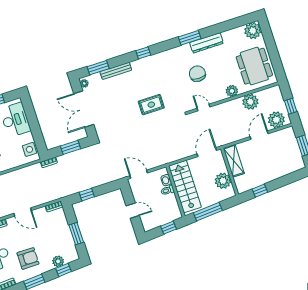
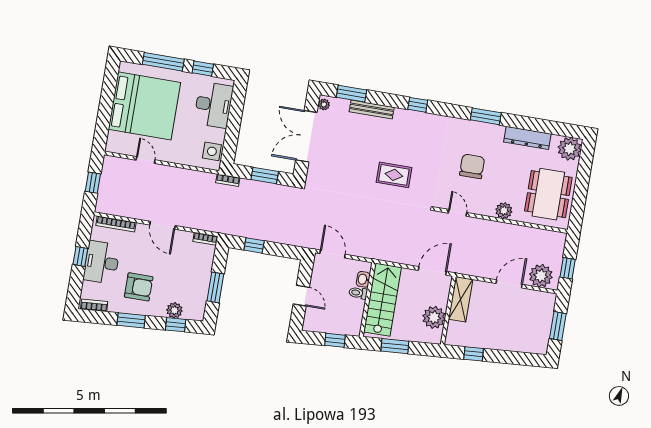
dresser: (206, 43) -> (527, 138), moved
plant: (250, 102) -> (520, 236), removed
window: (208, 212) -> (395, 346), width x0.69

